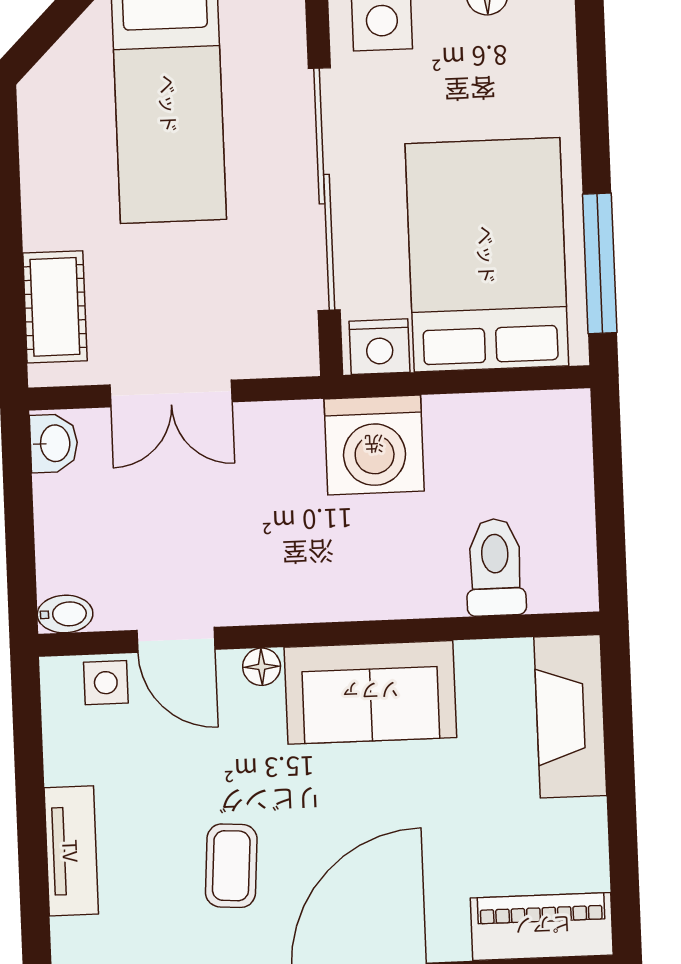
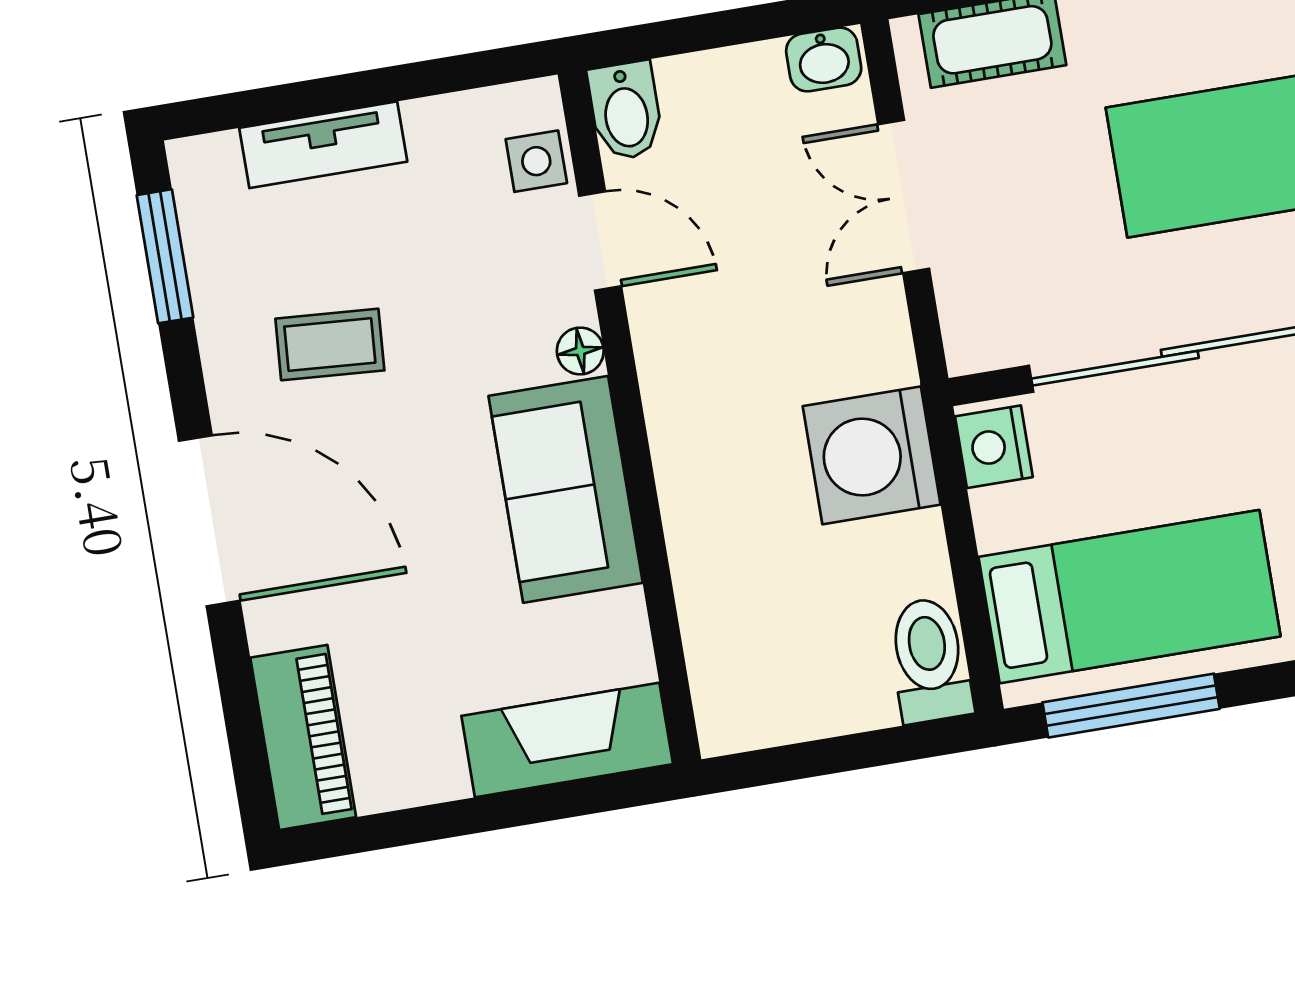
bed: (487, 255) -> (1129, 597), width x0.67
toilet: (495, 567) -> (930, 660), moved, turned -90
bidet: (65, 614) -> (626, 111), width x1.38, depth x1.36
door: (176, 640) -> (600, 241), swing flipped

